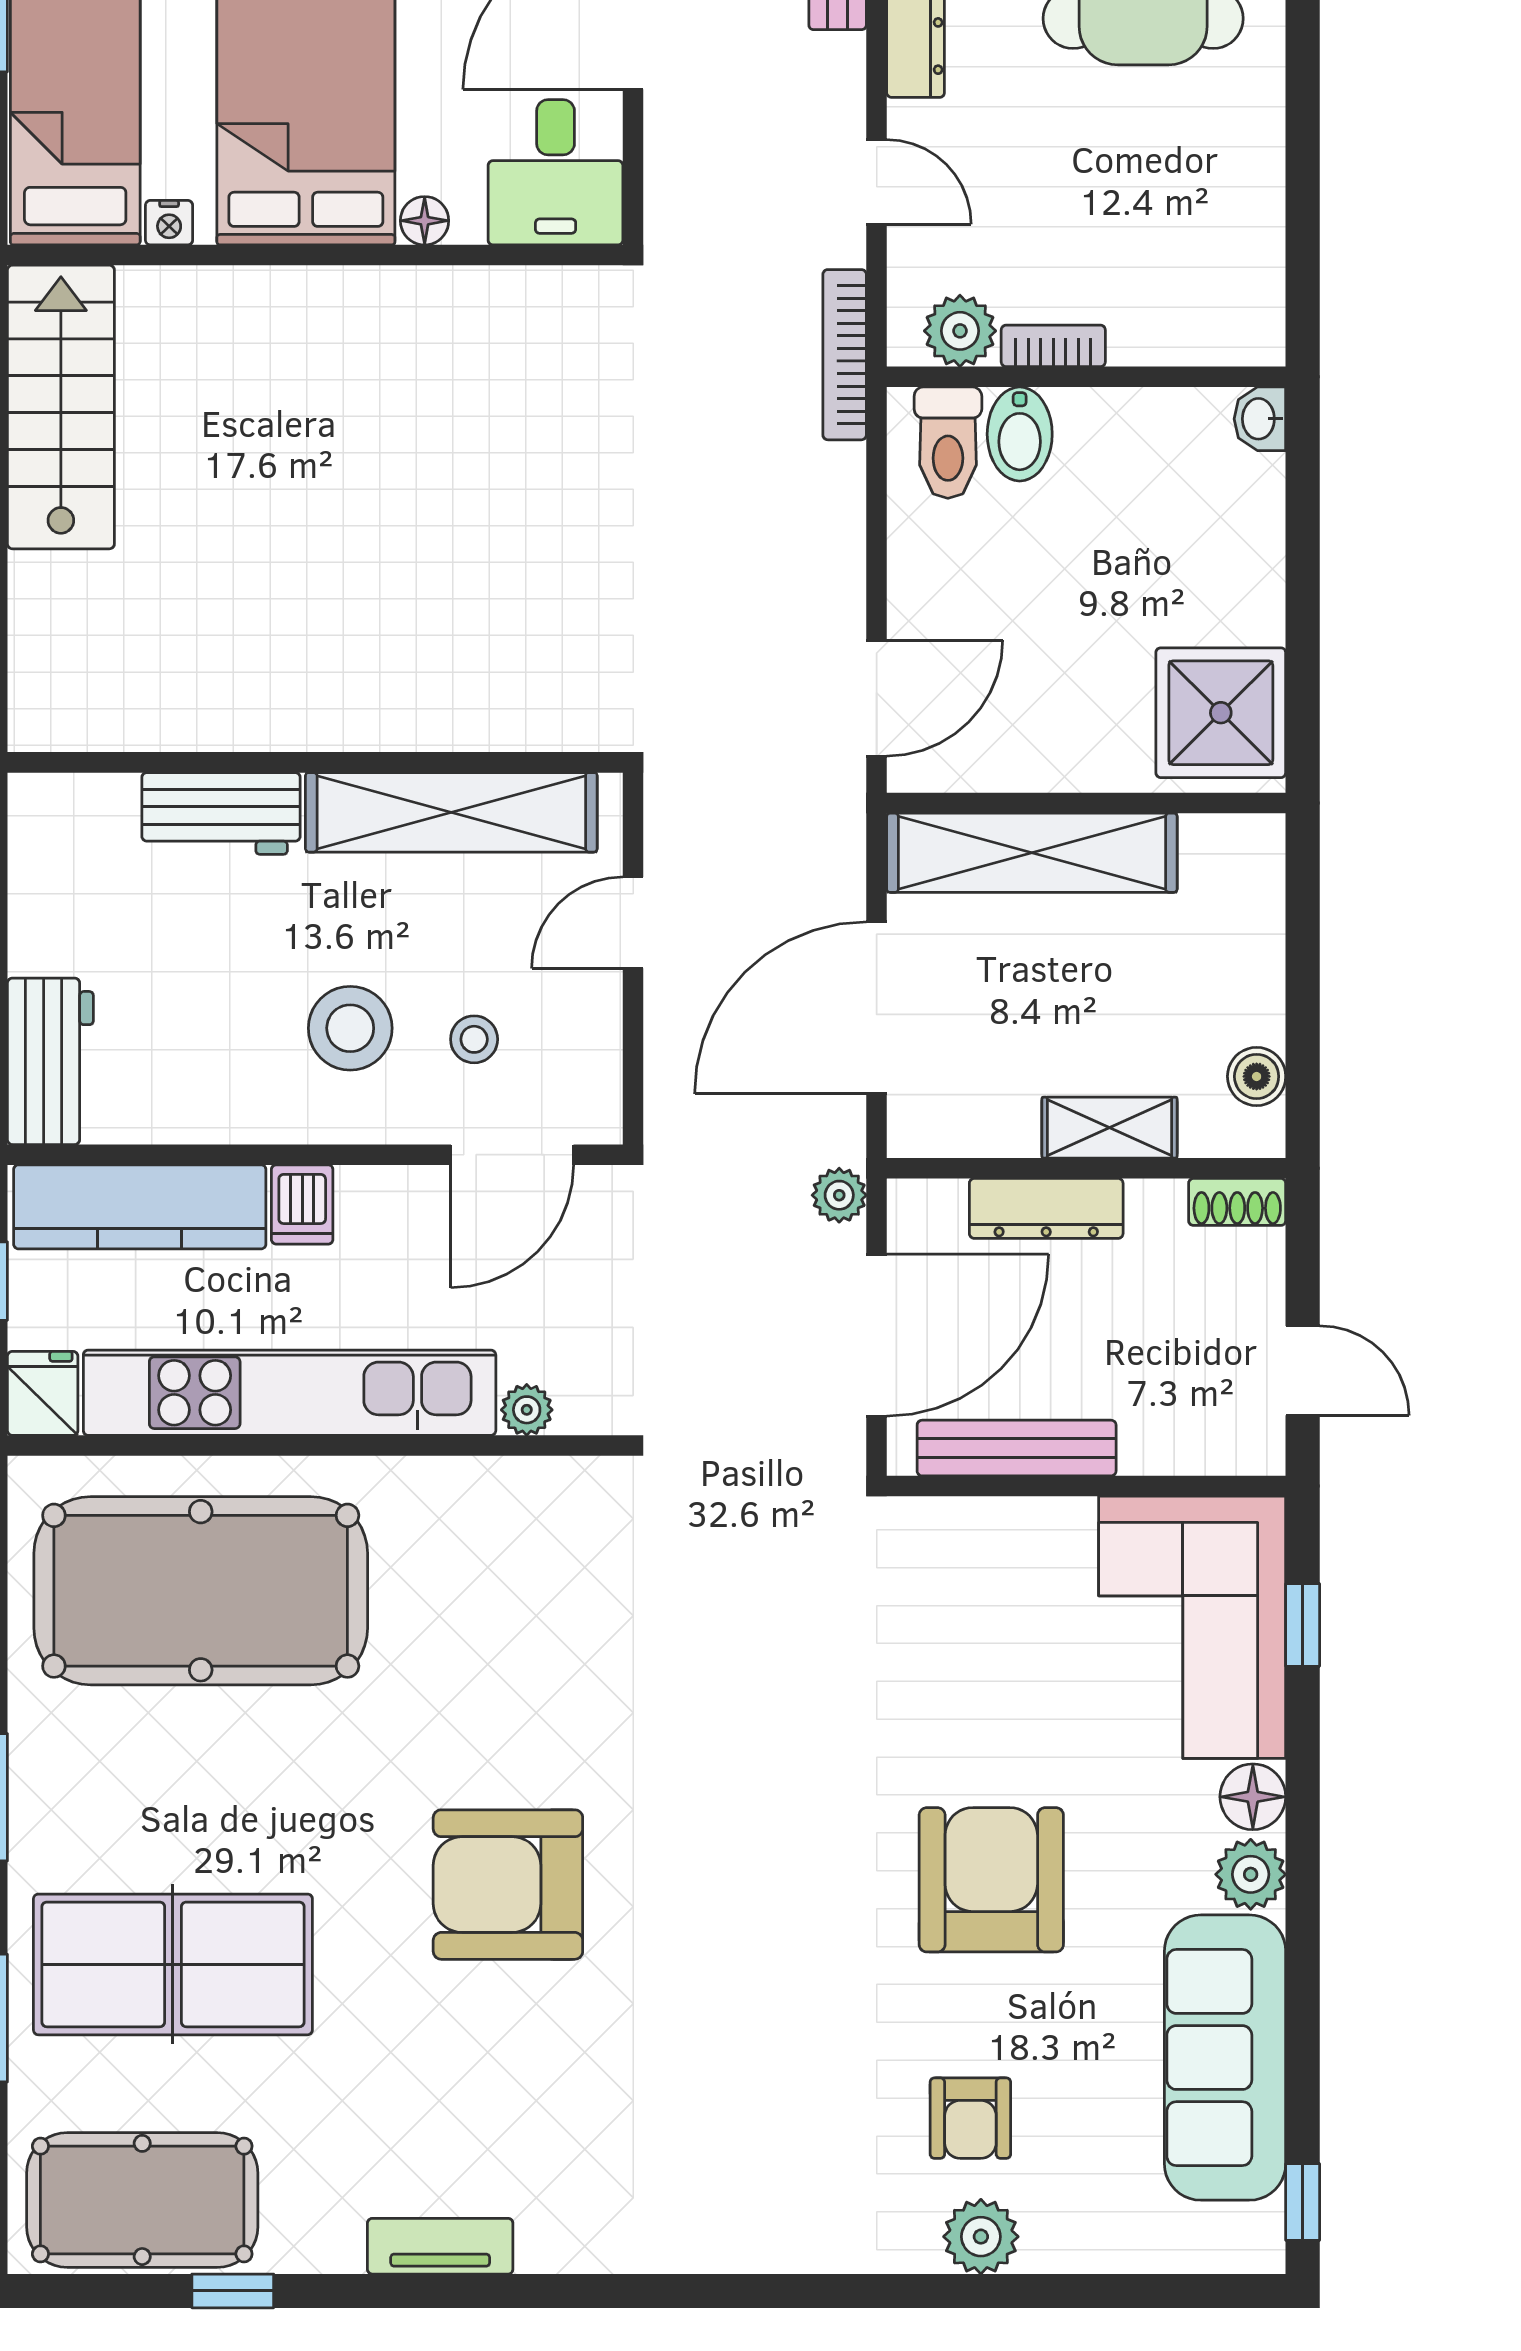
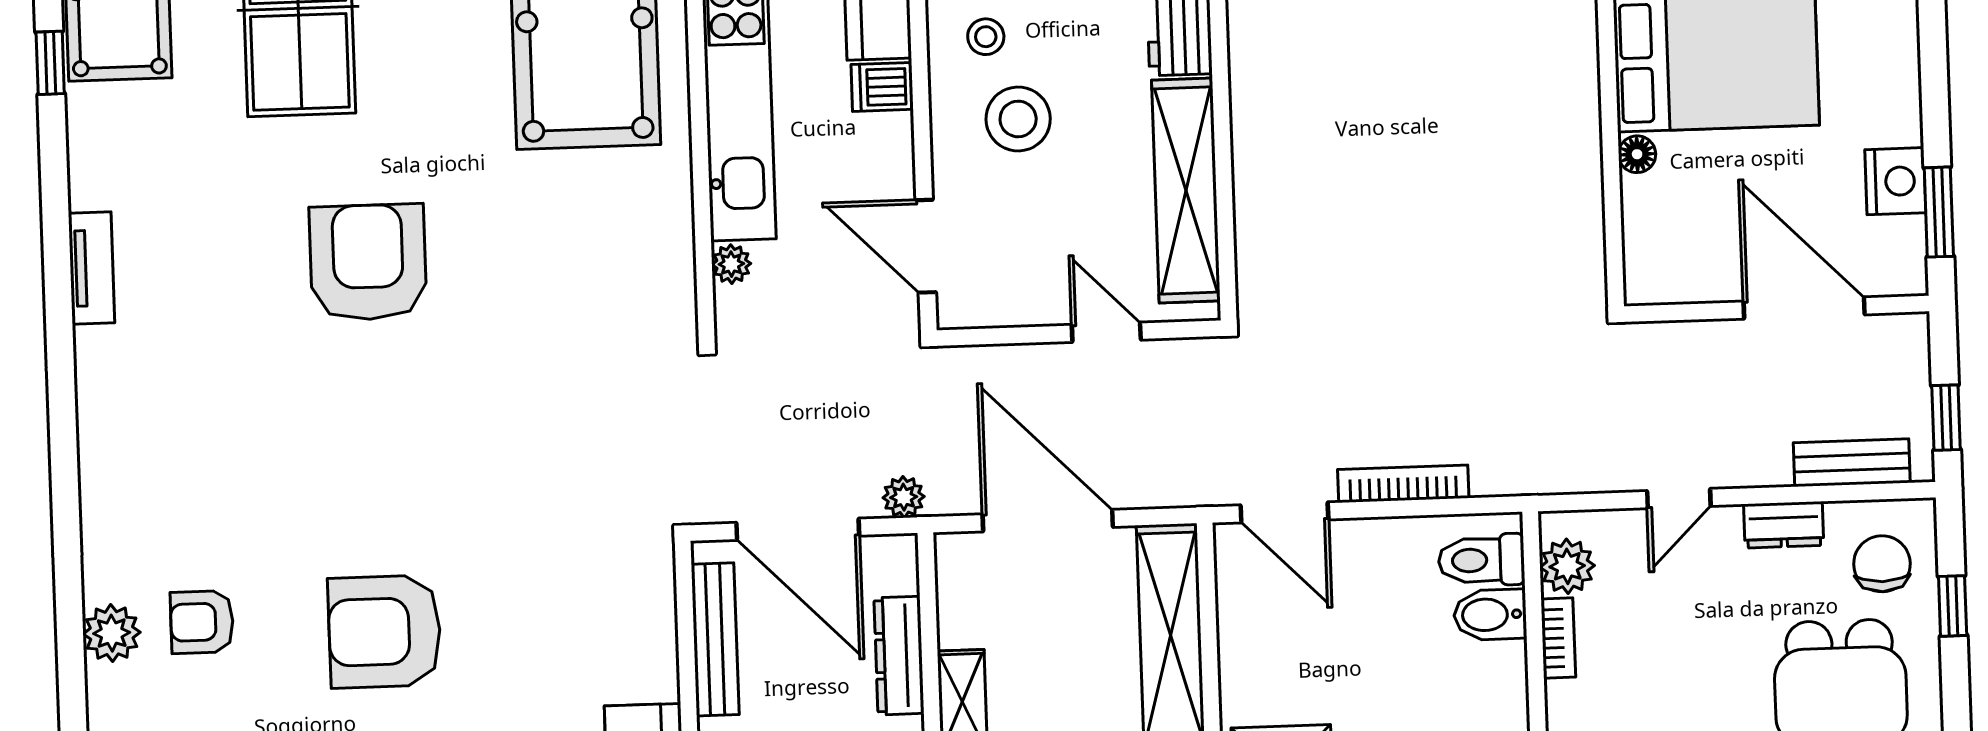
desk: (556, 172) -> (1678, 253), removed
bookcase: (845, 355) -> (1403, 484), moved
stool: (474, 1039) -> (986, 37), moved
armchair: (991, 1880) -> (385, 632), turned 180
tv unit: (440, 2246) -> (92, 268), moved

